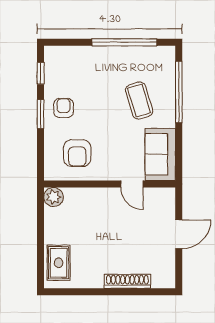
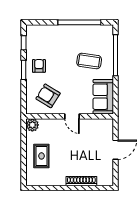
coffee table: (139, 101) -> (89, 61), turned -65
armchair: (77, 153) -> (48, 96), turned 122
door: (132, 184) -> (72, 116), moved
rug: (59, 263) -> (41, 156), moved

